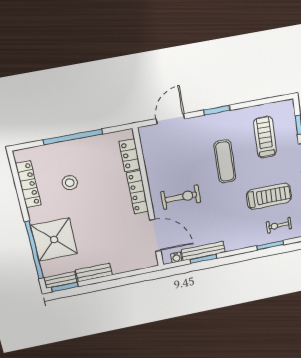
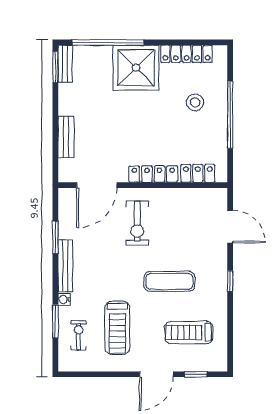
window: (217, 110) -> (230, 281), width x0.67
treadmill: (265, 137) -> (189, 332), turned 180
stool: (70, 183) -> (195, 102), moved
shower: (54, 239) -> (136, 68), moved
bench: (203, 251) -> (65, 266), moved
water cooler: (176, 257) -> (64, 300), moved
bench: (94, 273) -> (66, 137), moved

